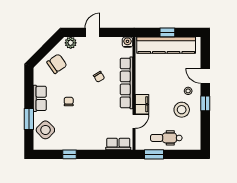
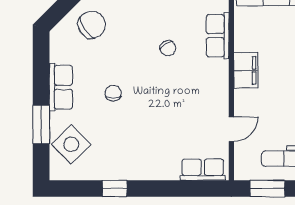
row of seats: (127, 83) -> (218, 36), width x0.50
filing cabinet: (142, 104) -> (246, 70), moved

